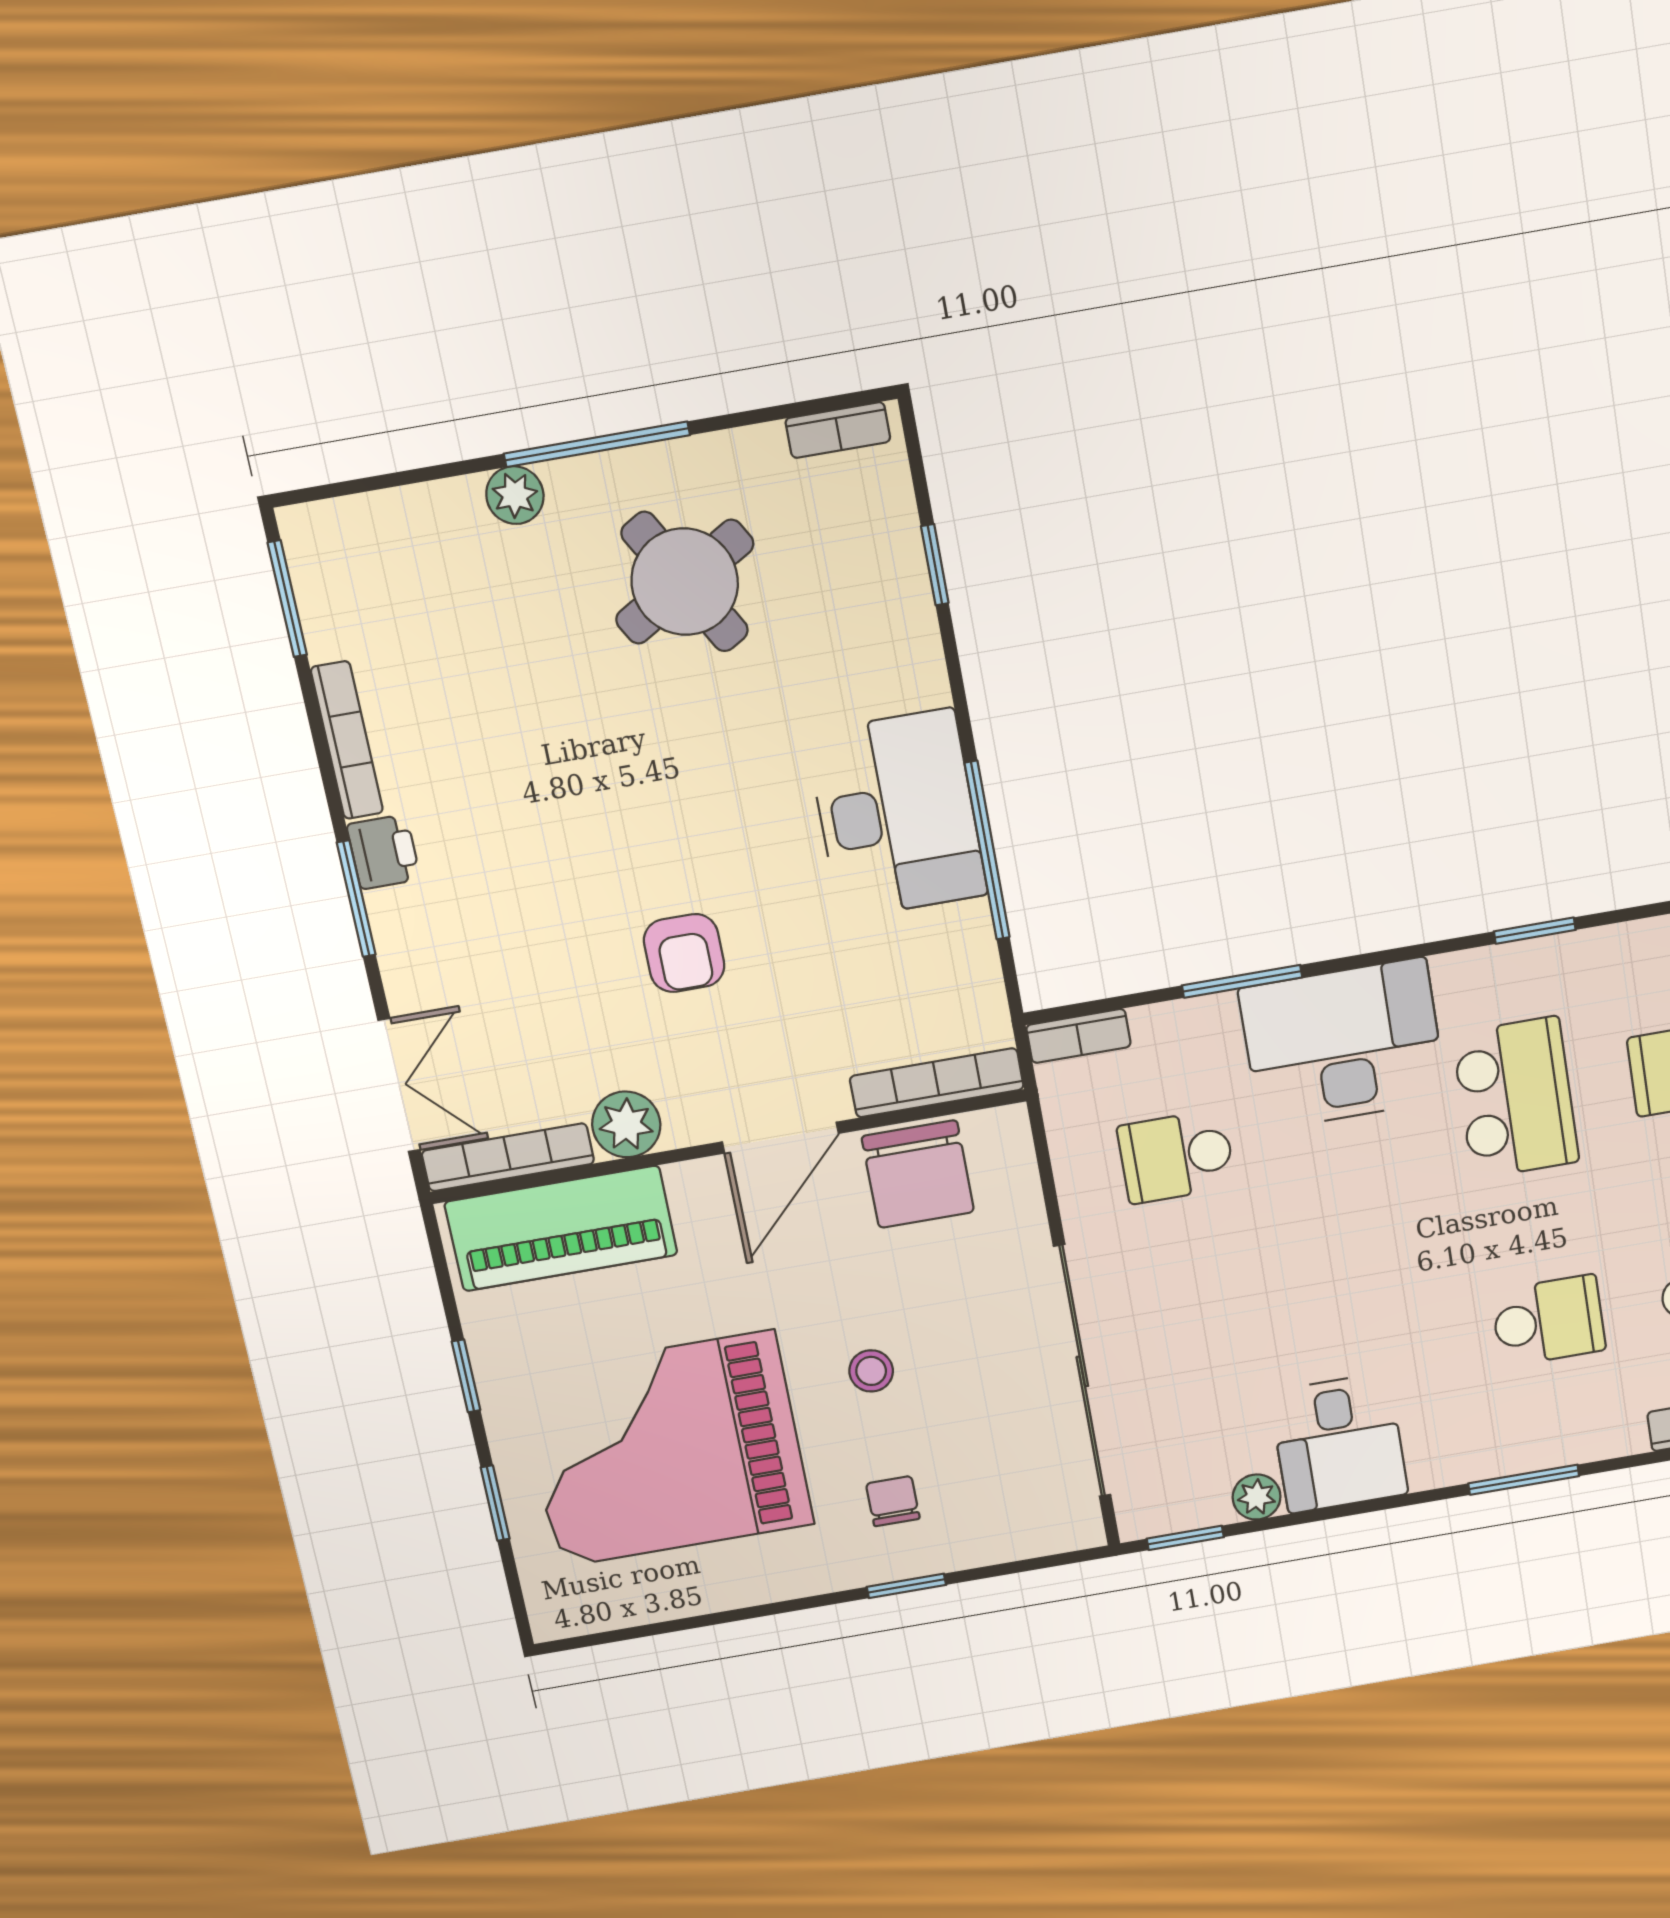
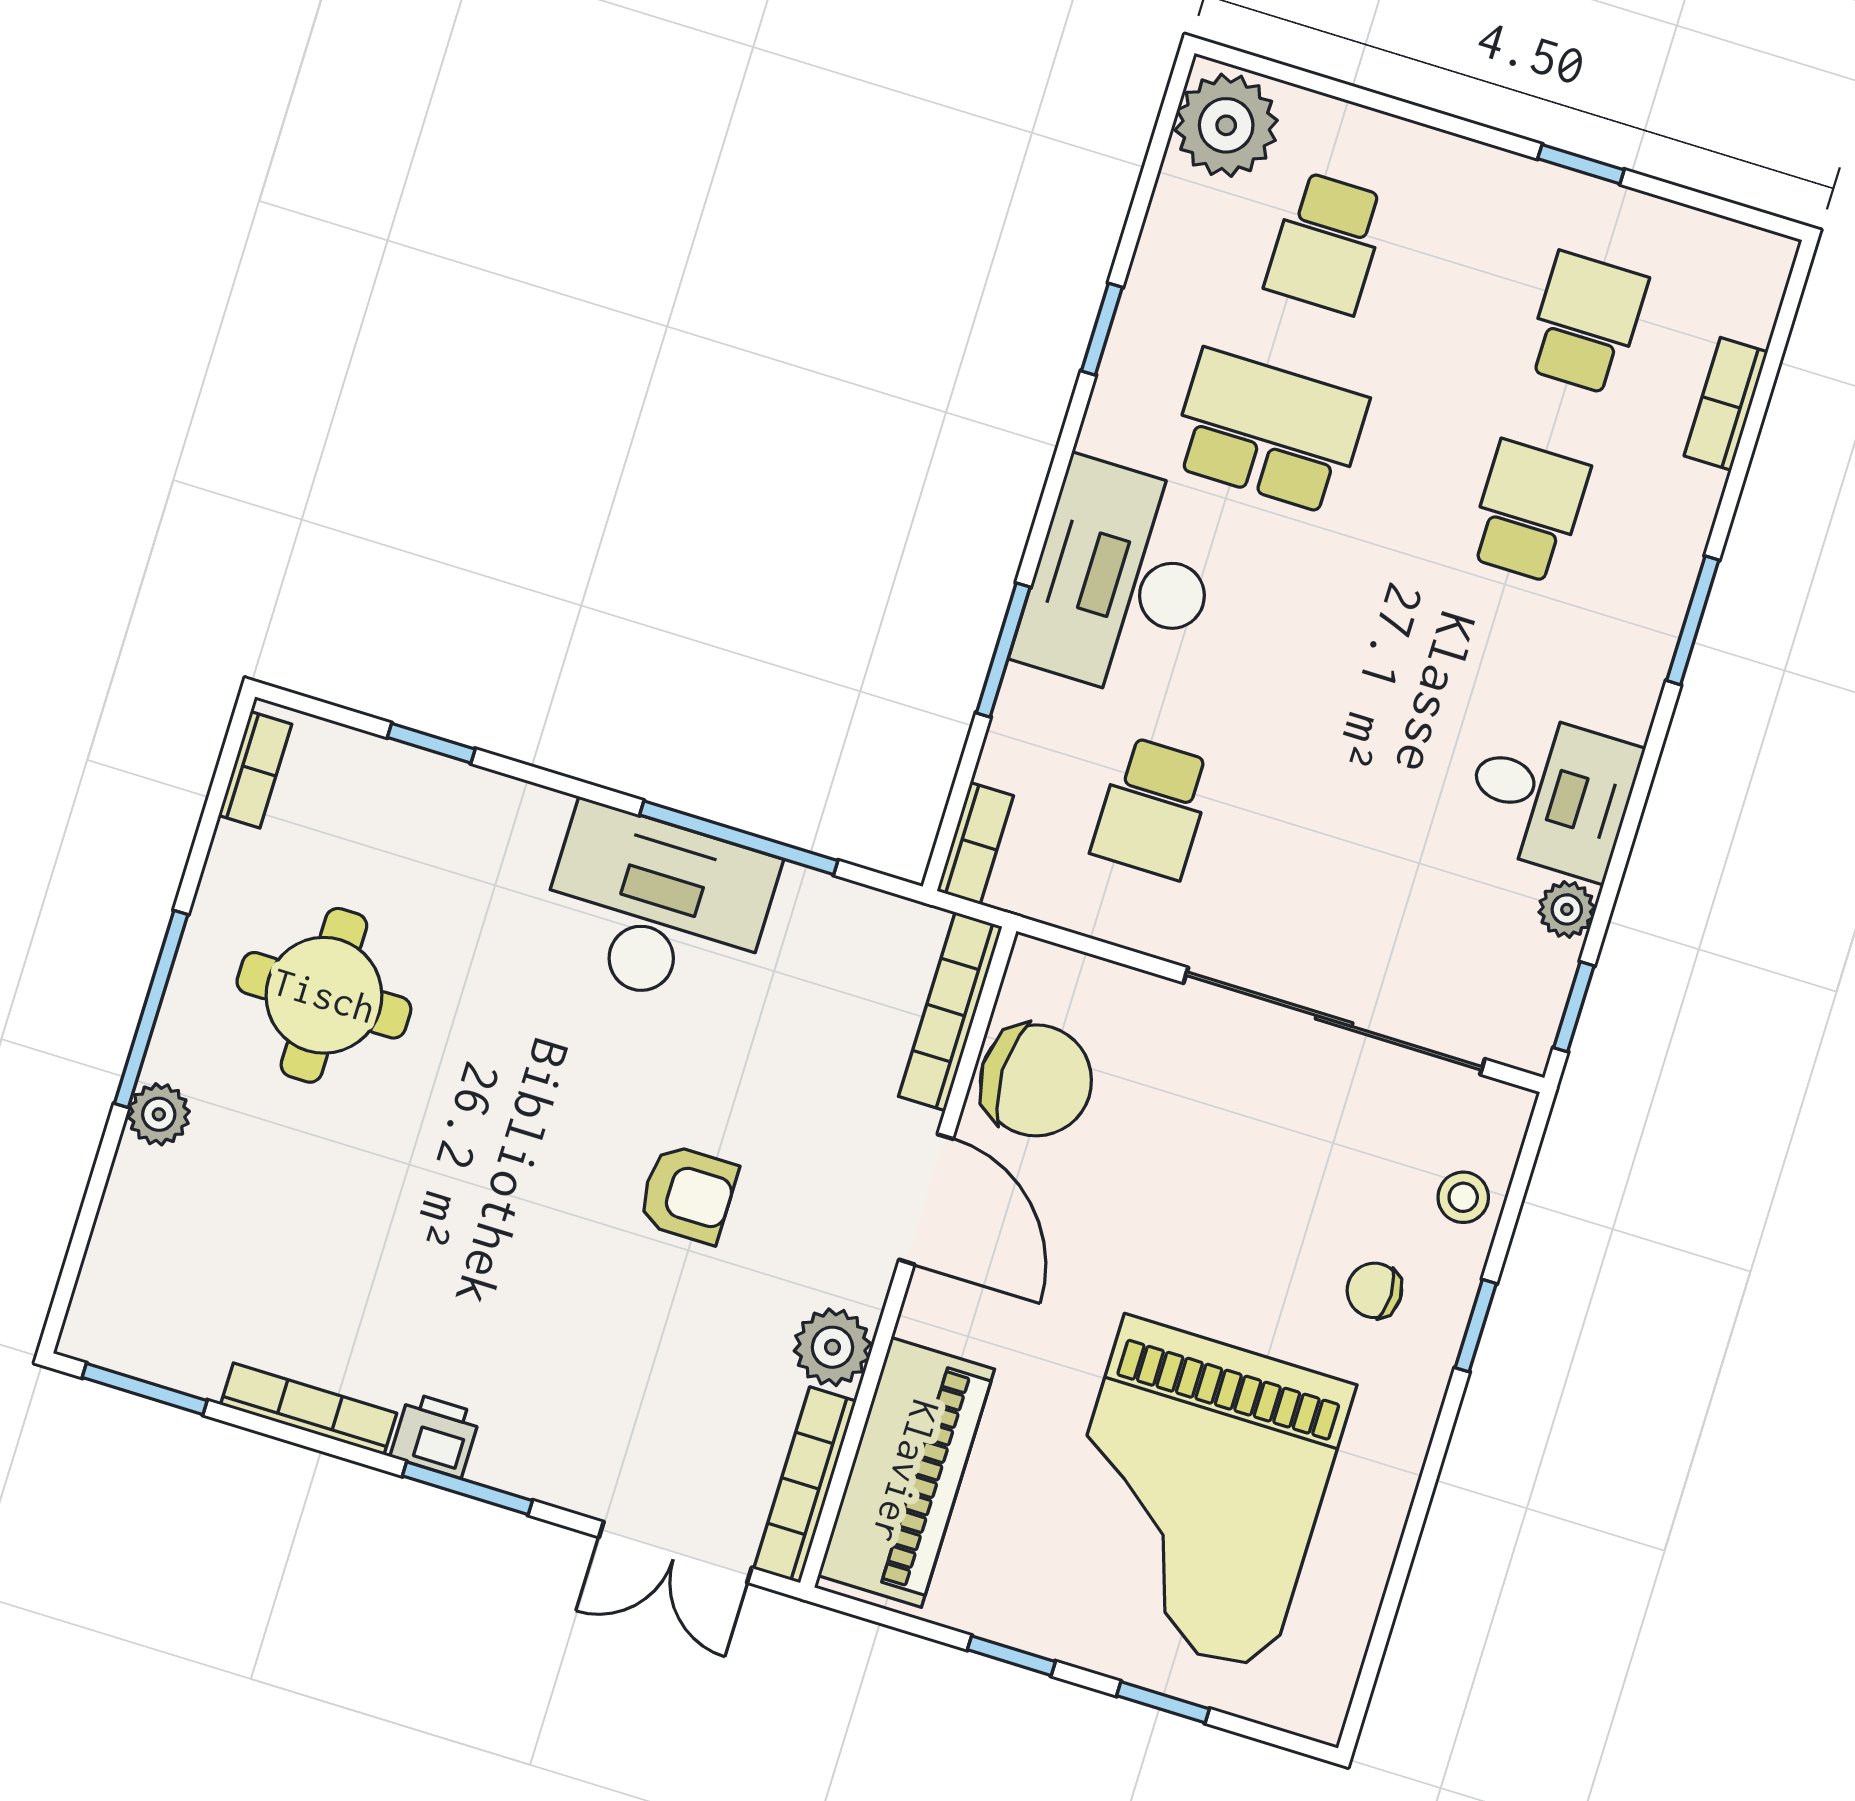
round table: (685, 582) -> (324, 995), turned 30
double door: (399, 1085) -> (675, 1552), swing flipped
stool: (871, 1371) -> (1463, 1197), moved

